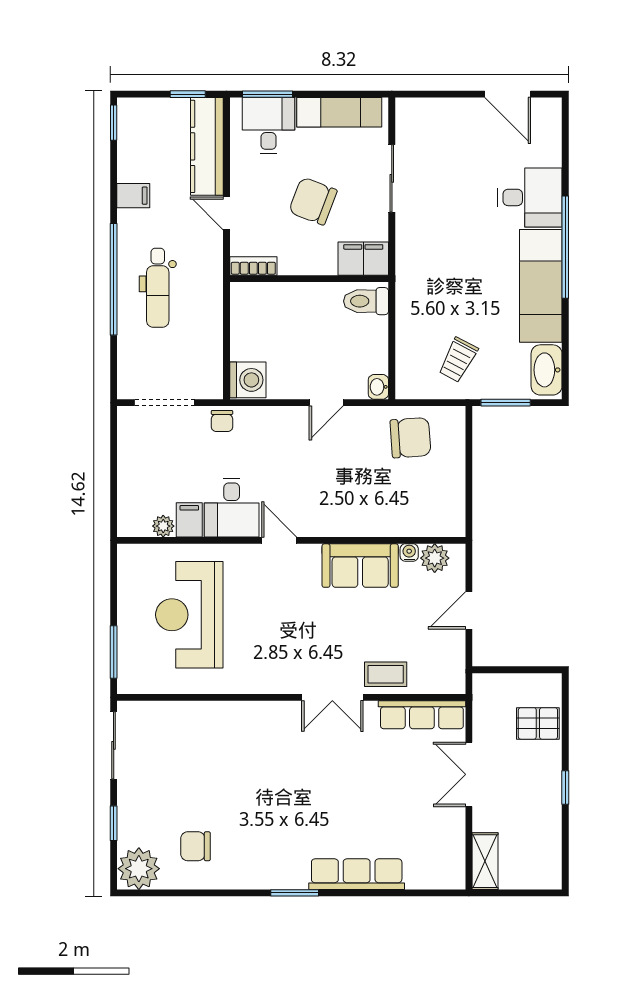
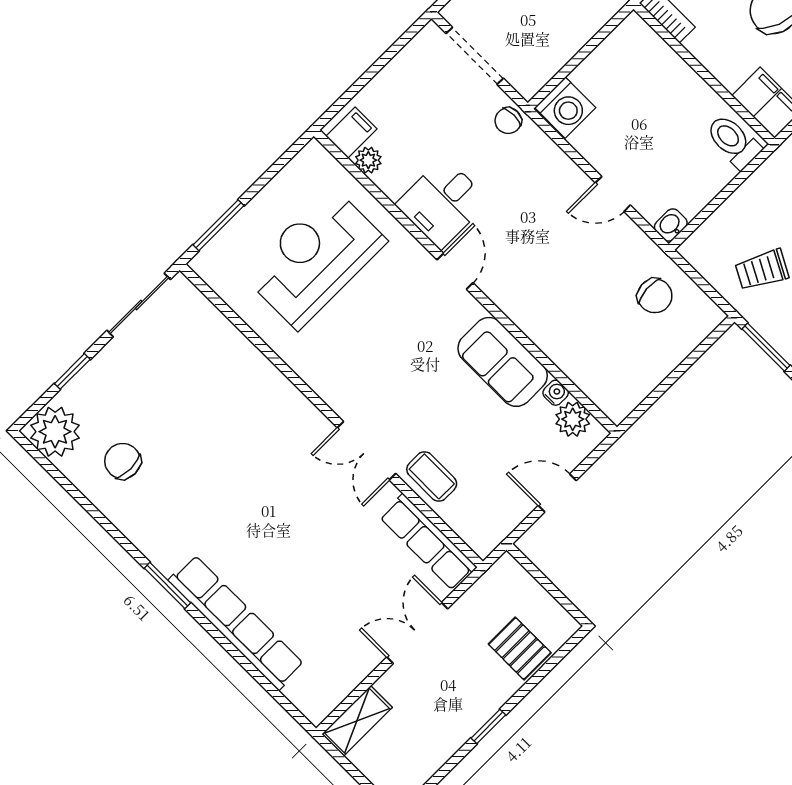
chair: (410, 438) -> (655, 296), width x0.73, depth x0.73
filing cabinet: (189, 520) -> (351, 133), moved
row of seats: (357, 874) -> (236, 622), width x1.36

